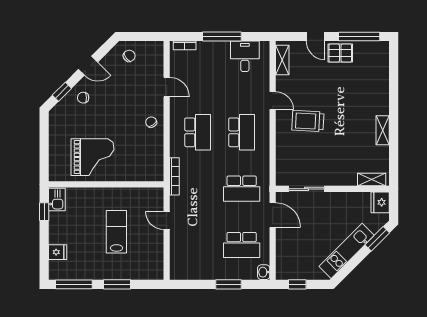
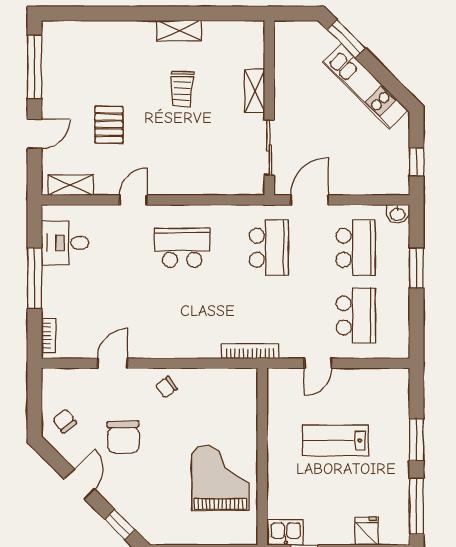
pallet: (340, 53) -> (109, 125), moved
chair: (83, 98) -> (123, 437), moved, width x1.87, depth x1.87
trolley: (308, 121) -> (182, 89), moved, width x0.73, depth x0.72
school desk: (198, 132) -> (356, 315), moved, turned 90
shelving: (372, 179) -> (255, 91), moved
fridge: (380, 202) -> (290, 34), removed

